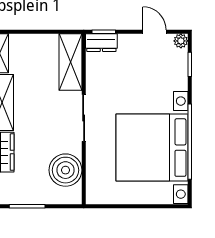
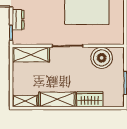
dresser: (101, 43) -> (18, 20), moved

